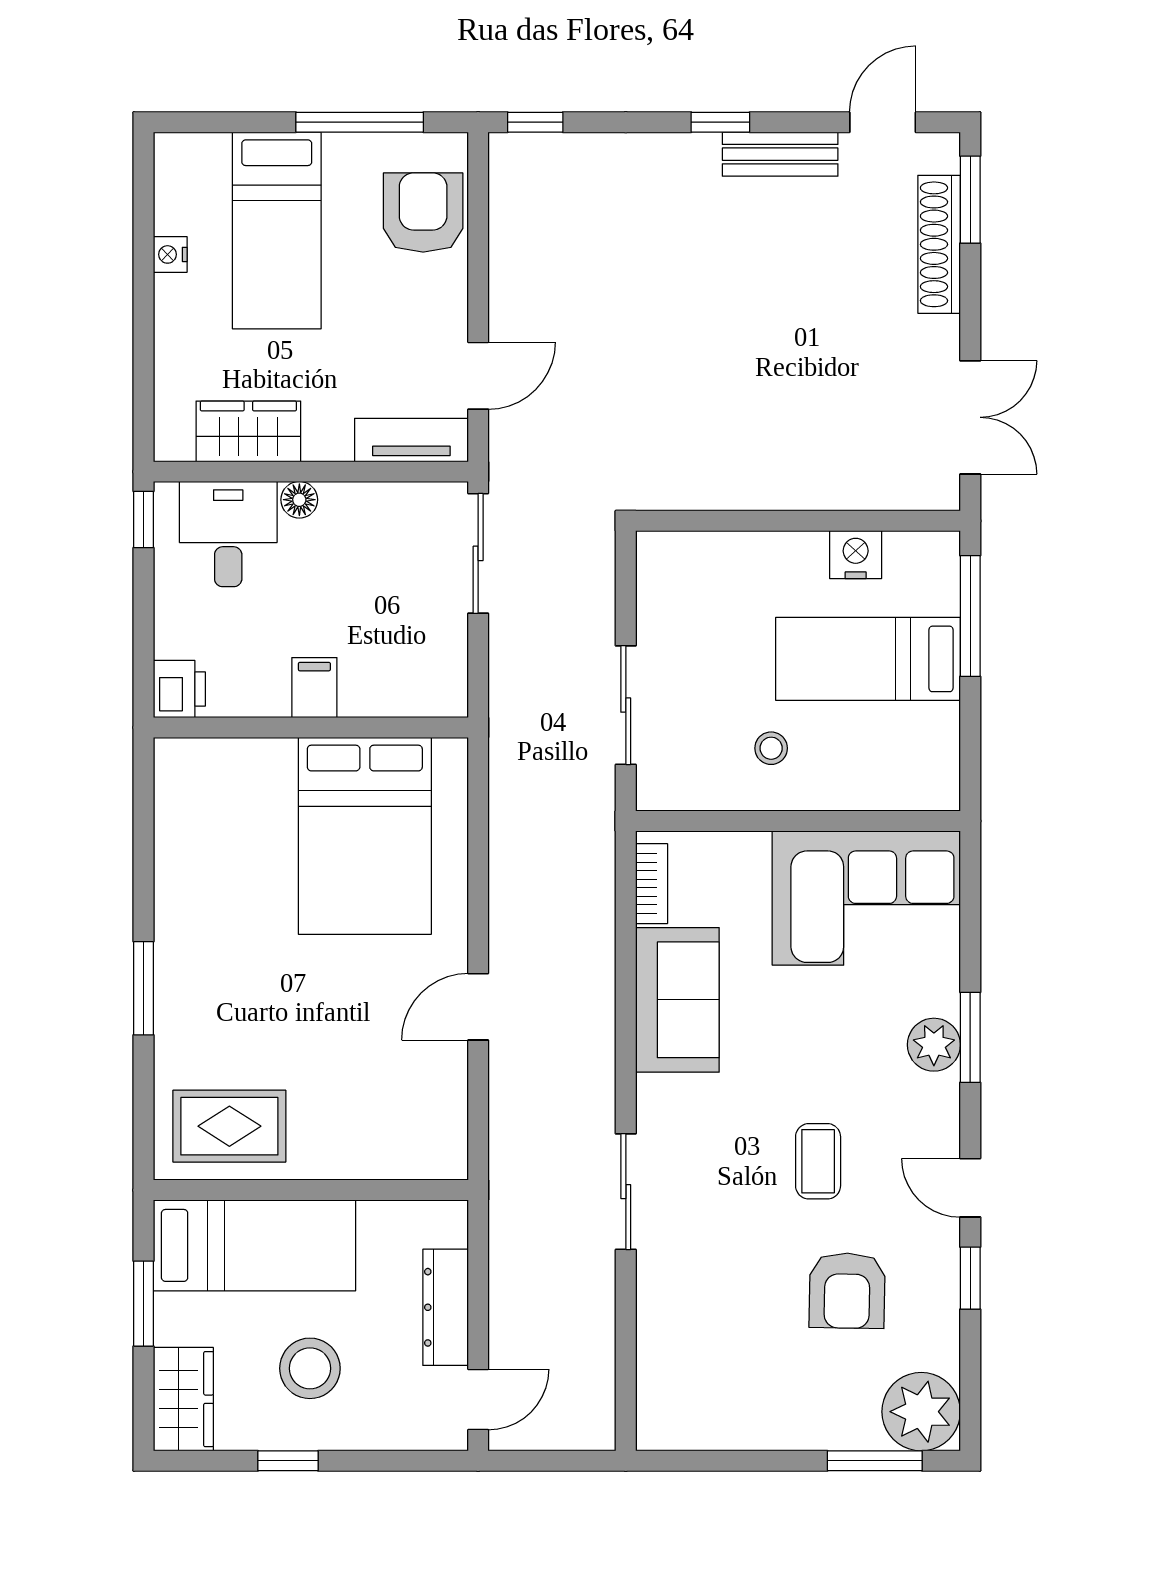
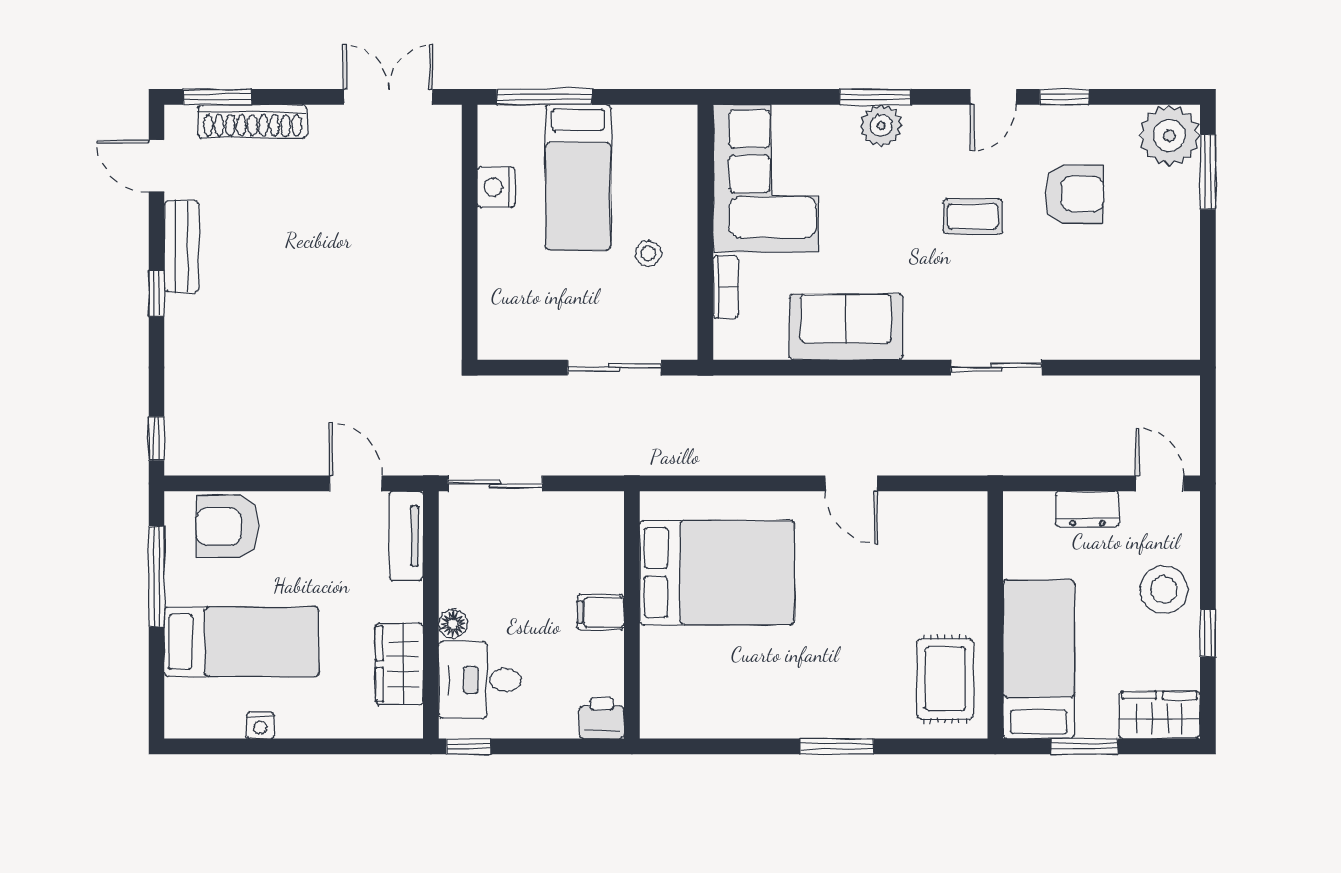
bookcase: (652, 884) -> (726, 287), moved, turned 90
dresser: (446, 1307) -> (1087, 509), width x0.70
stool: (310, 1368) -> (1164, 590), moved

